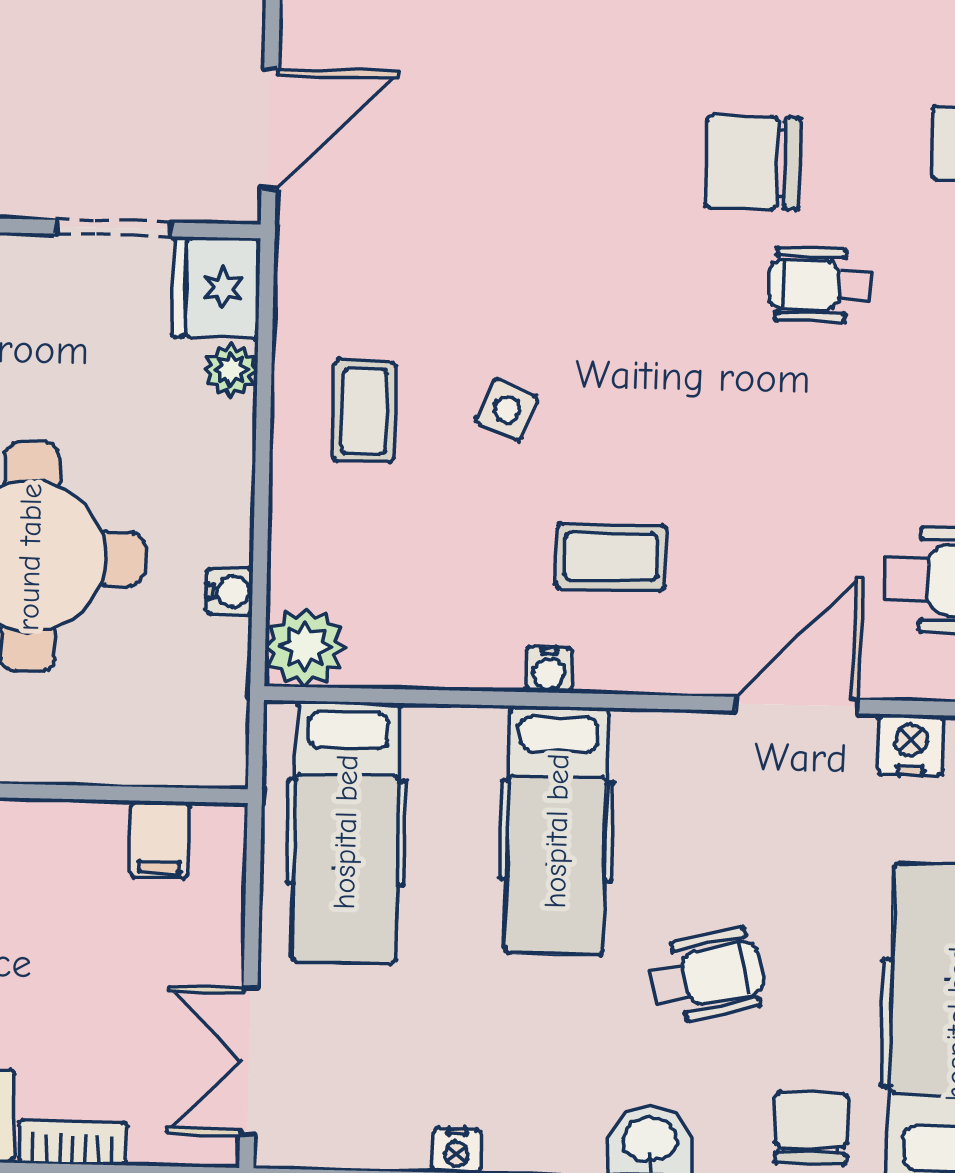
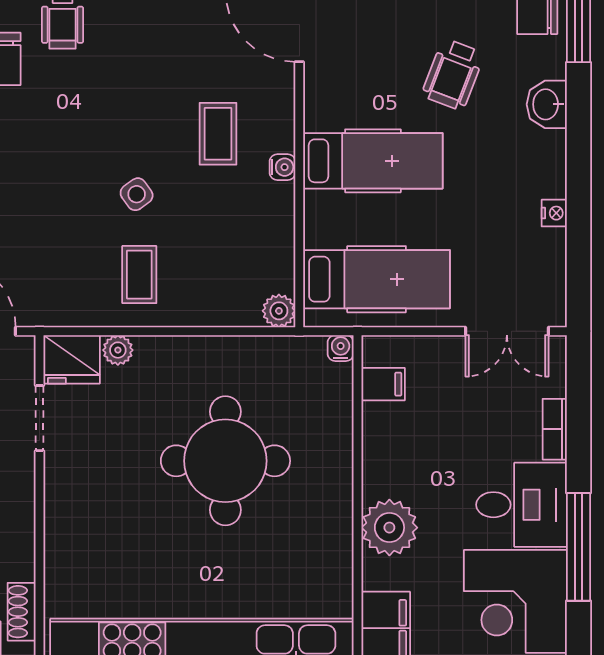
side table: (507, 410) -> (137, 194), turned 31
coffee table: (364, 411) -> (139, 275), turned 90
water cooler: (229, 591) -> (341, 348), moved
plant: (305, 647) -> (279, 311), width x0.73, depth x0.73
wheelchair: (707, 976) -> (453, 74), turned -146

